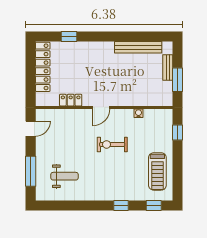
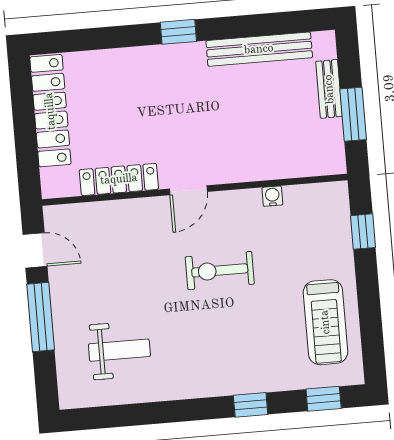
window: (69, 37) -> (178, 32), moved
locker: (71, 100) -> (119, 179), width x1.53
door: (31, 129) -> (35, 250), hinge flipped
window: (31, 171) -> (41, 317), moved

